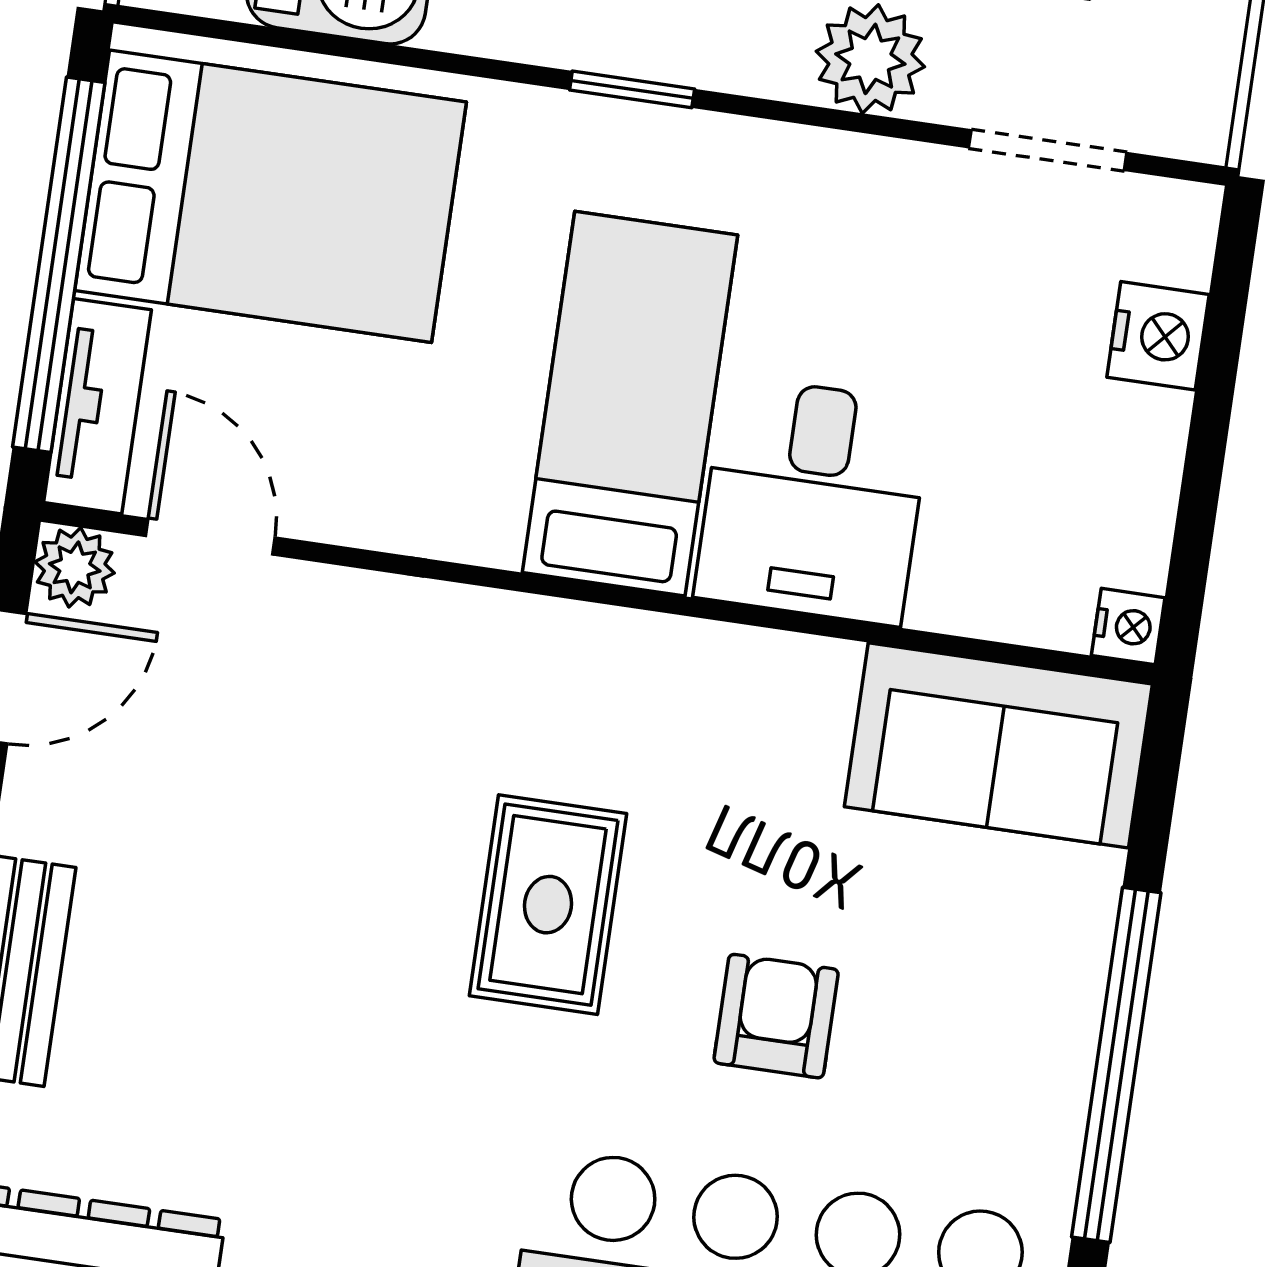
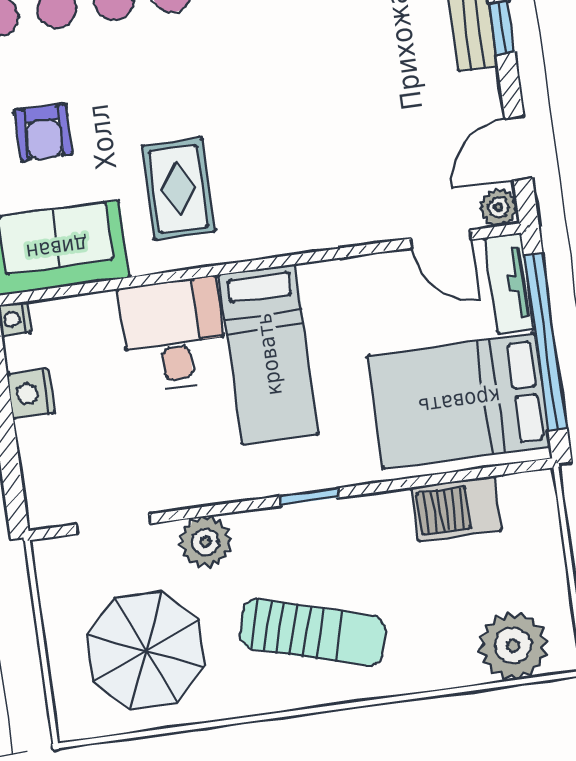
nightstand: (1158, 336) -> (30, 394), moved
rug: (548, 905) -> (178, 189), moved
armchair: (776, 1016) -> (43, 132), moved

